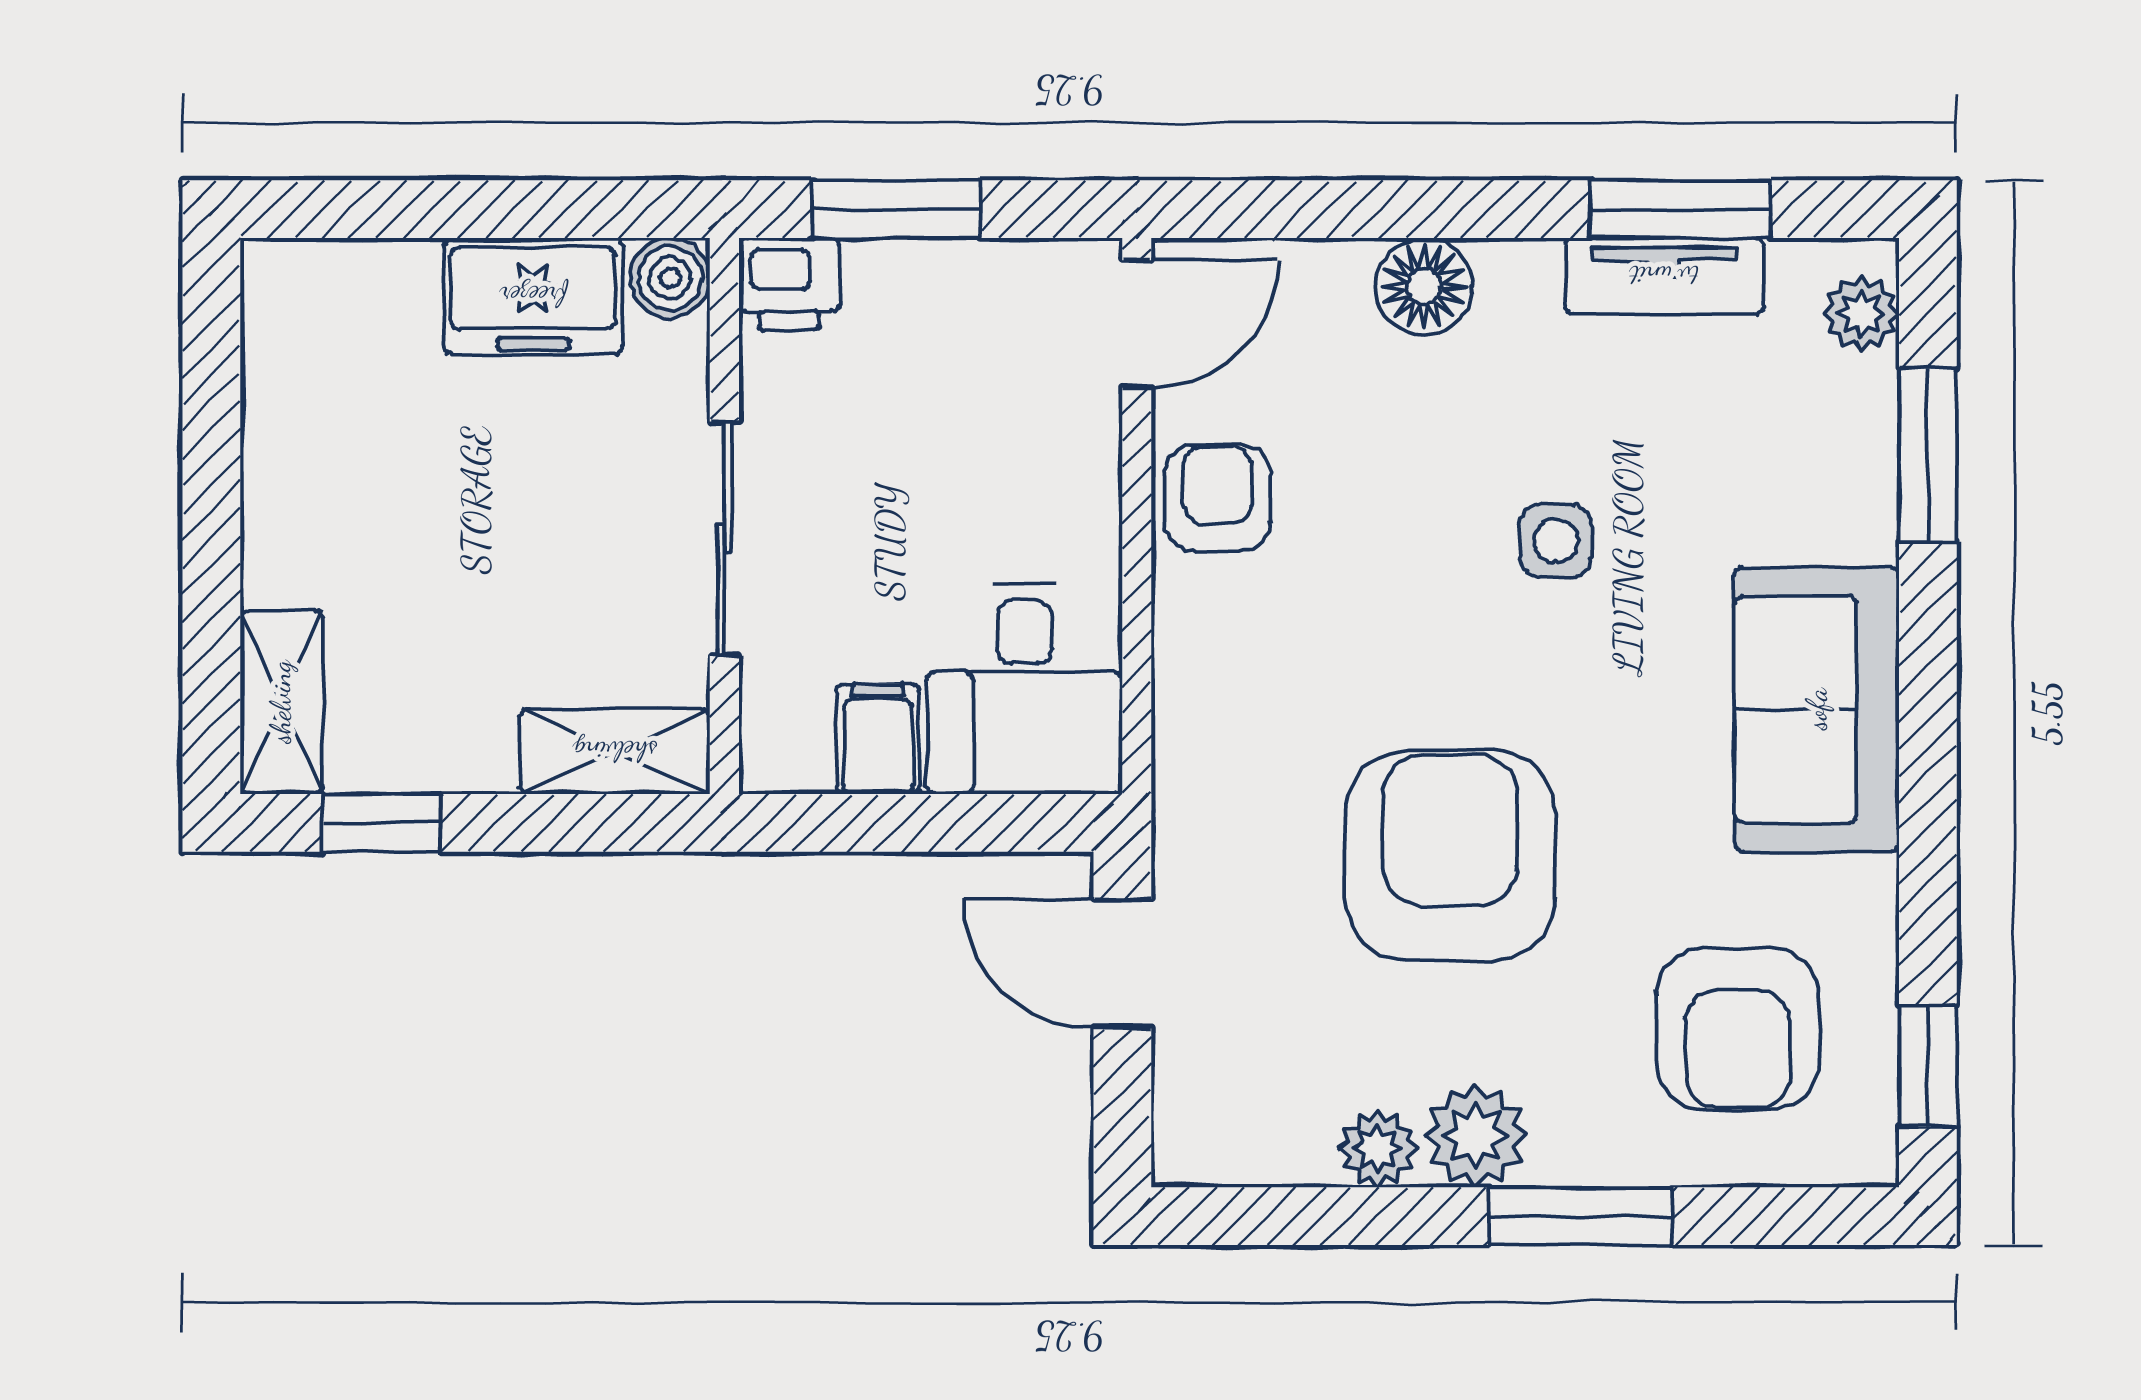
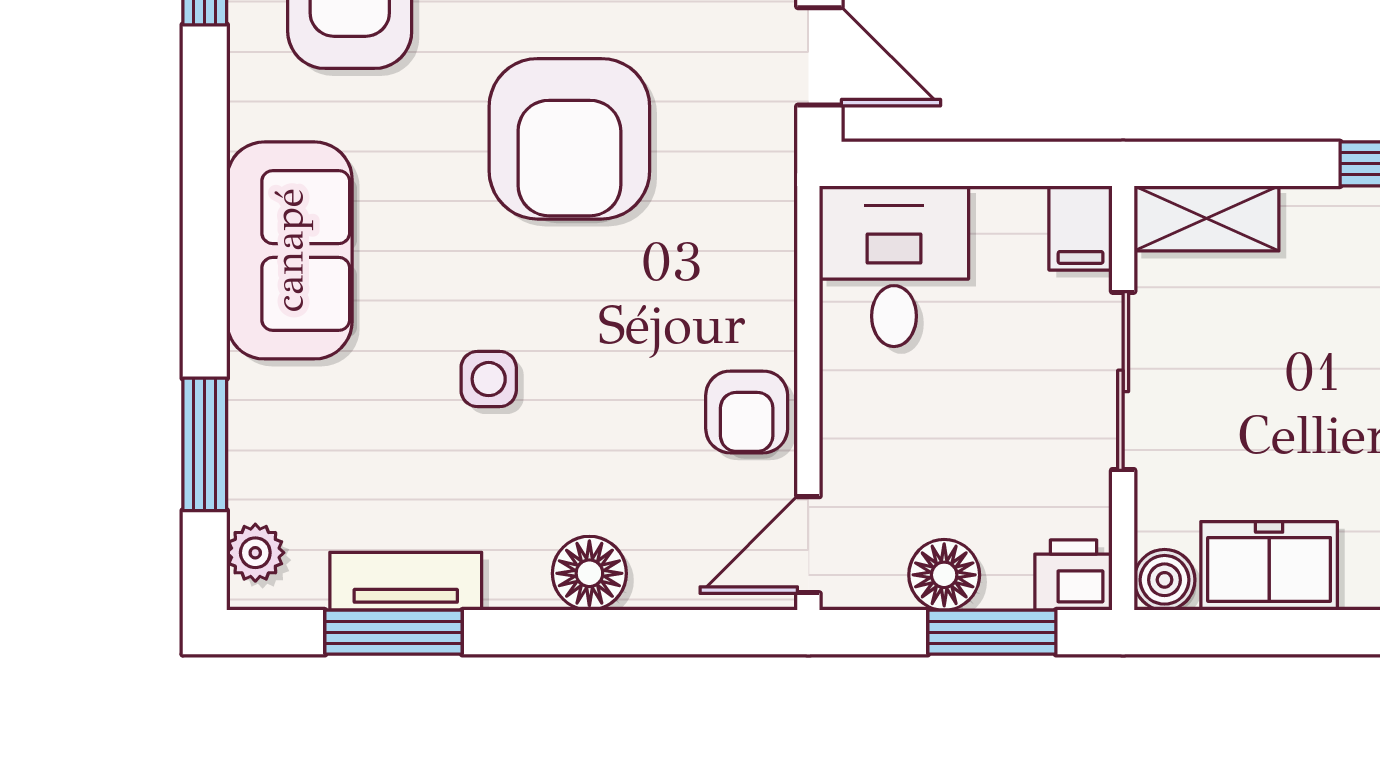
floor lamp: (959, 284) -> (944, 575), added
filing cabinet: (878, 739) -> (1081, 228), moved

